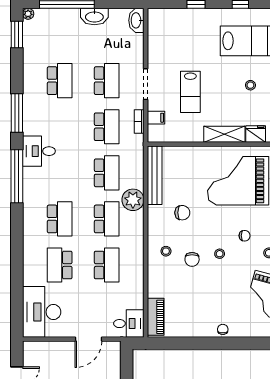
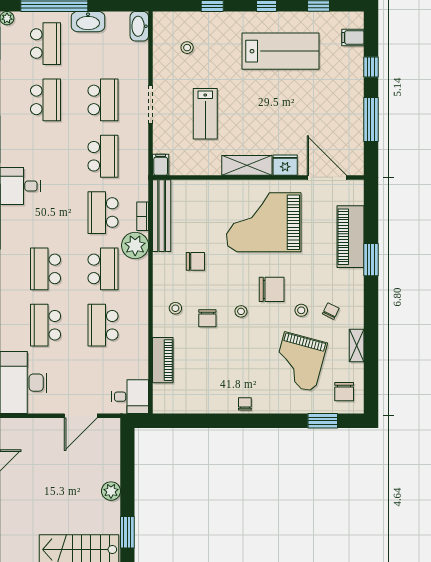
school desk: (60, 35) -> (46, 44), added
stool: (250, 85) -> (187, 48), moved
filing cabinet: (156, 118) -> (161, 165), moved, turned -90
bookcase: (139, 121) -> (143, 216), moved
school desk: (107, 173) -> (103, 213), turned 180
school desk: (60, 219) -> (46, 269), turned 180
chair: (245, 236) -> (272, 289), width x1.87, depth x1.87
school desk: (107, 265) -> (103, 325), turned 180
piano: (156, 317) -> (163, 360), moved

